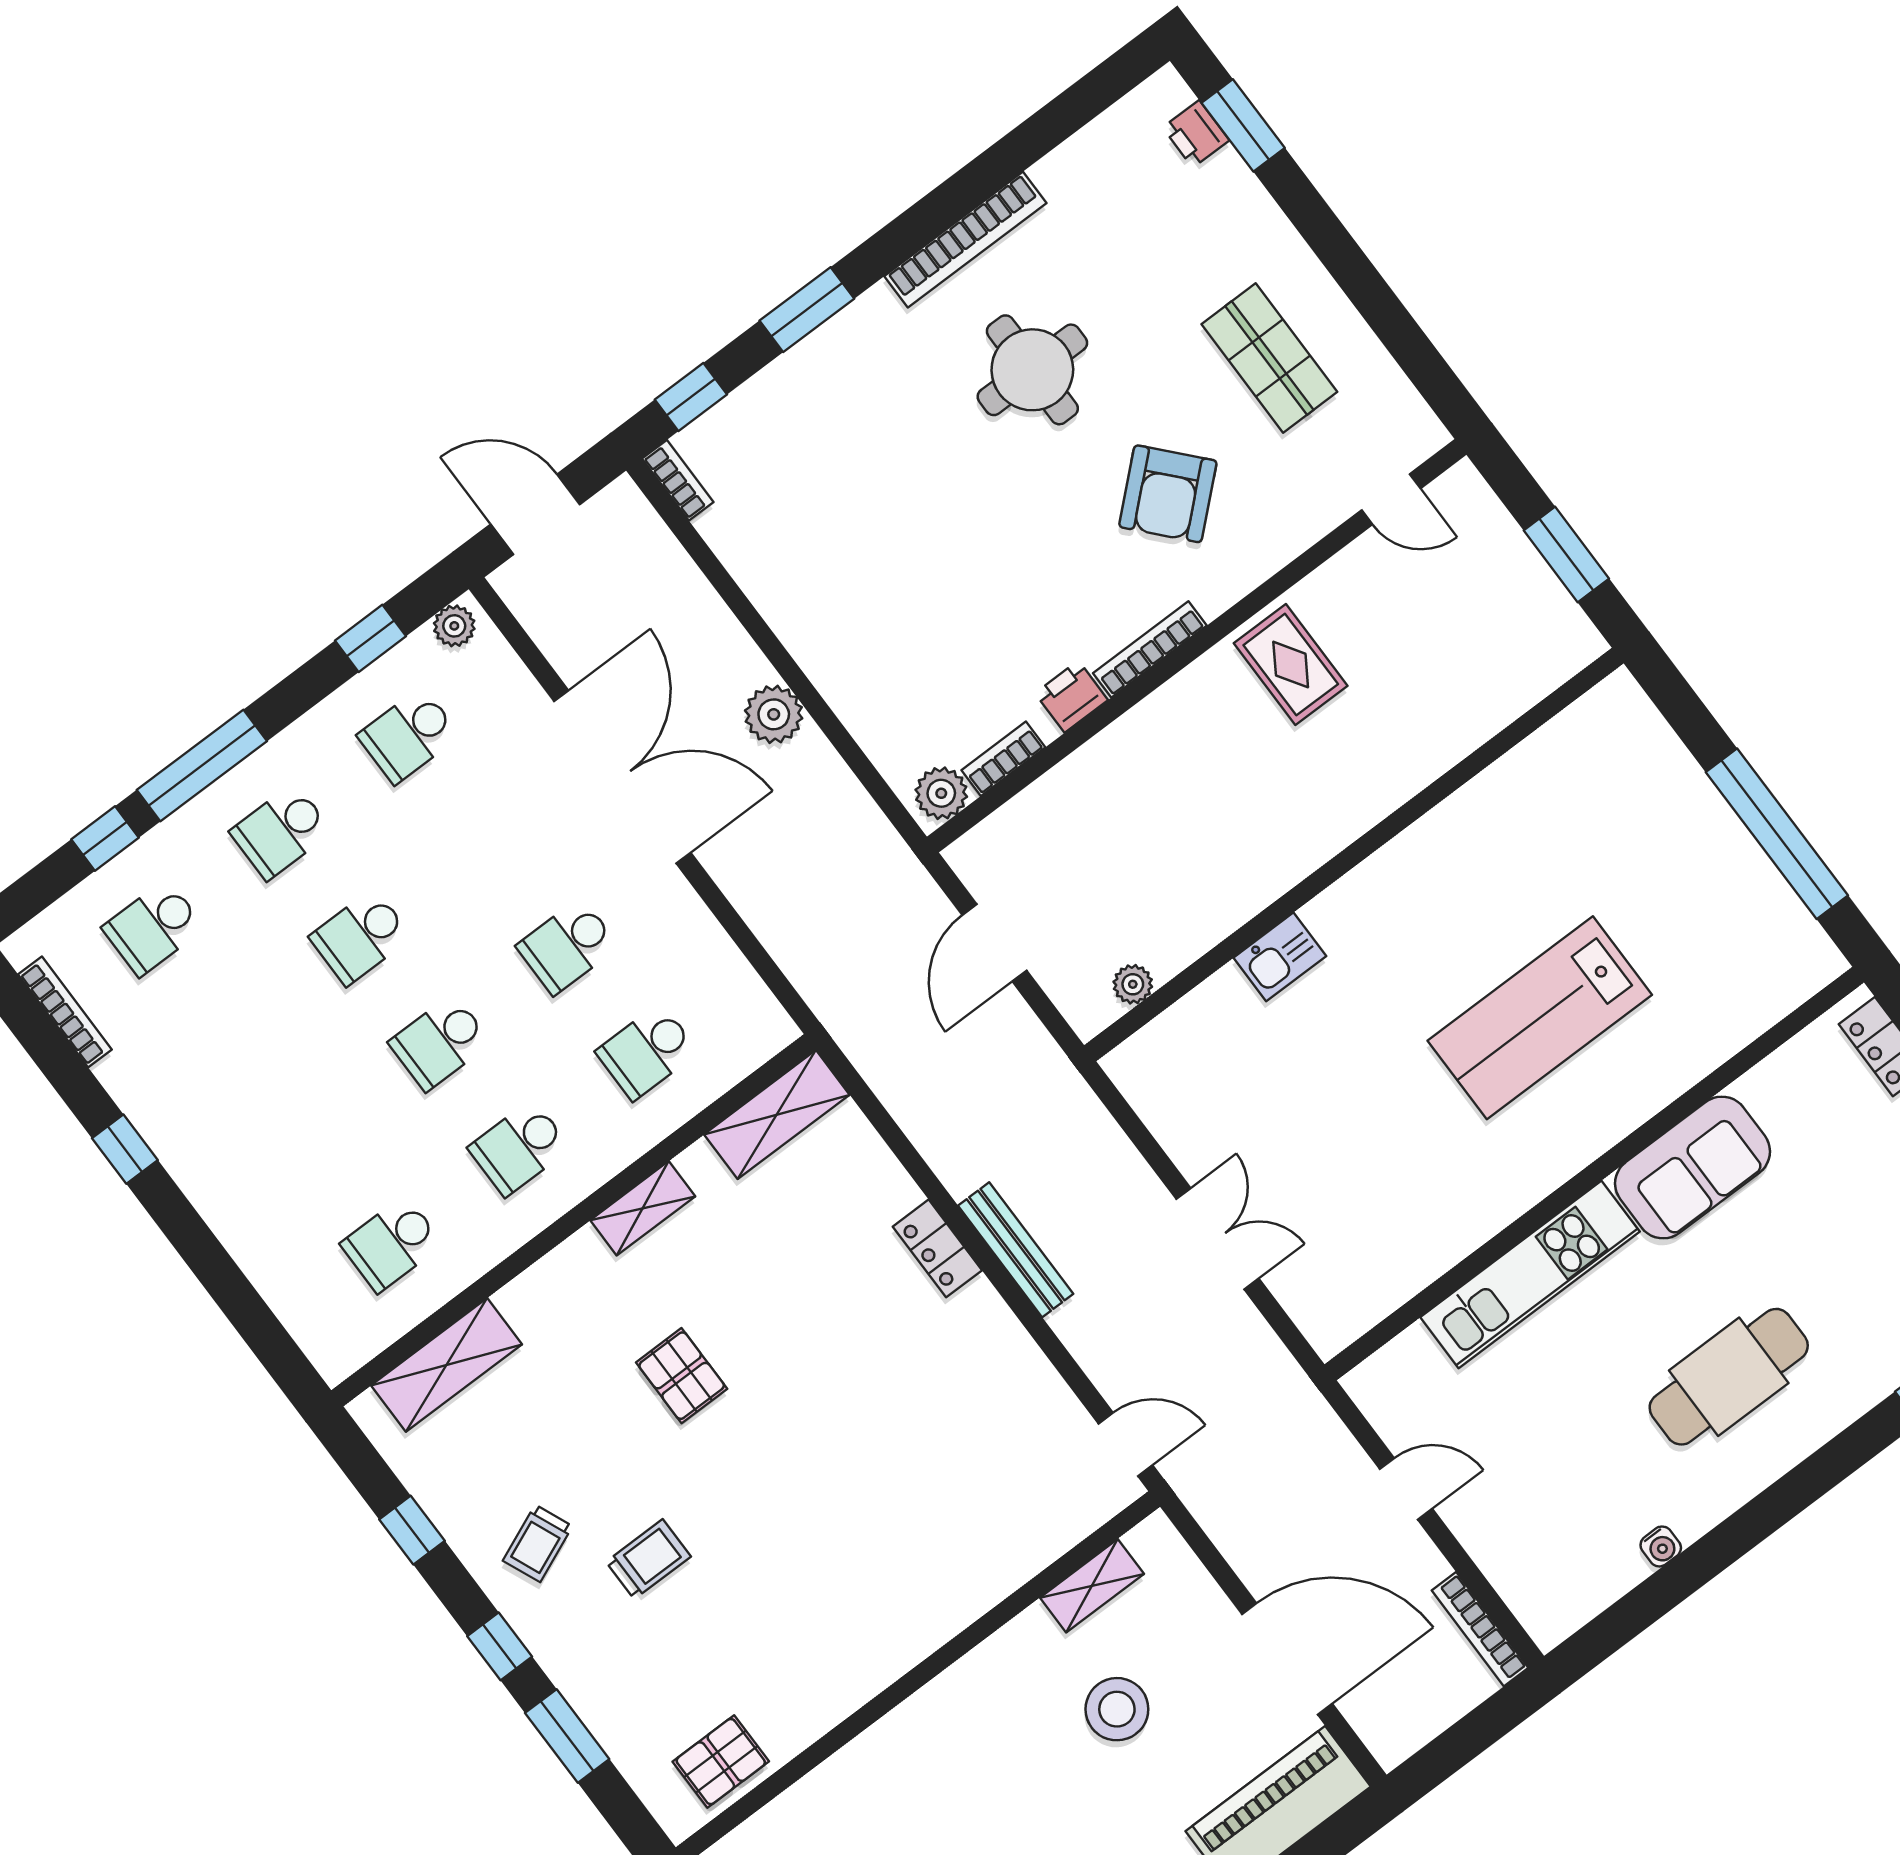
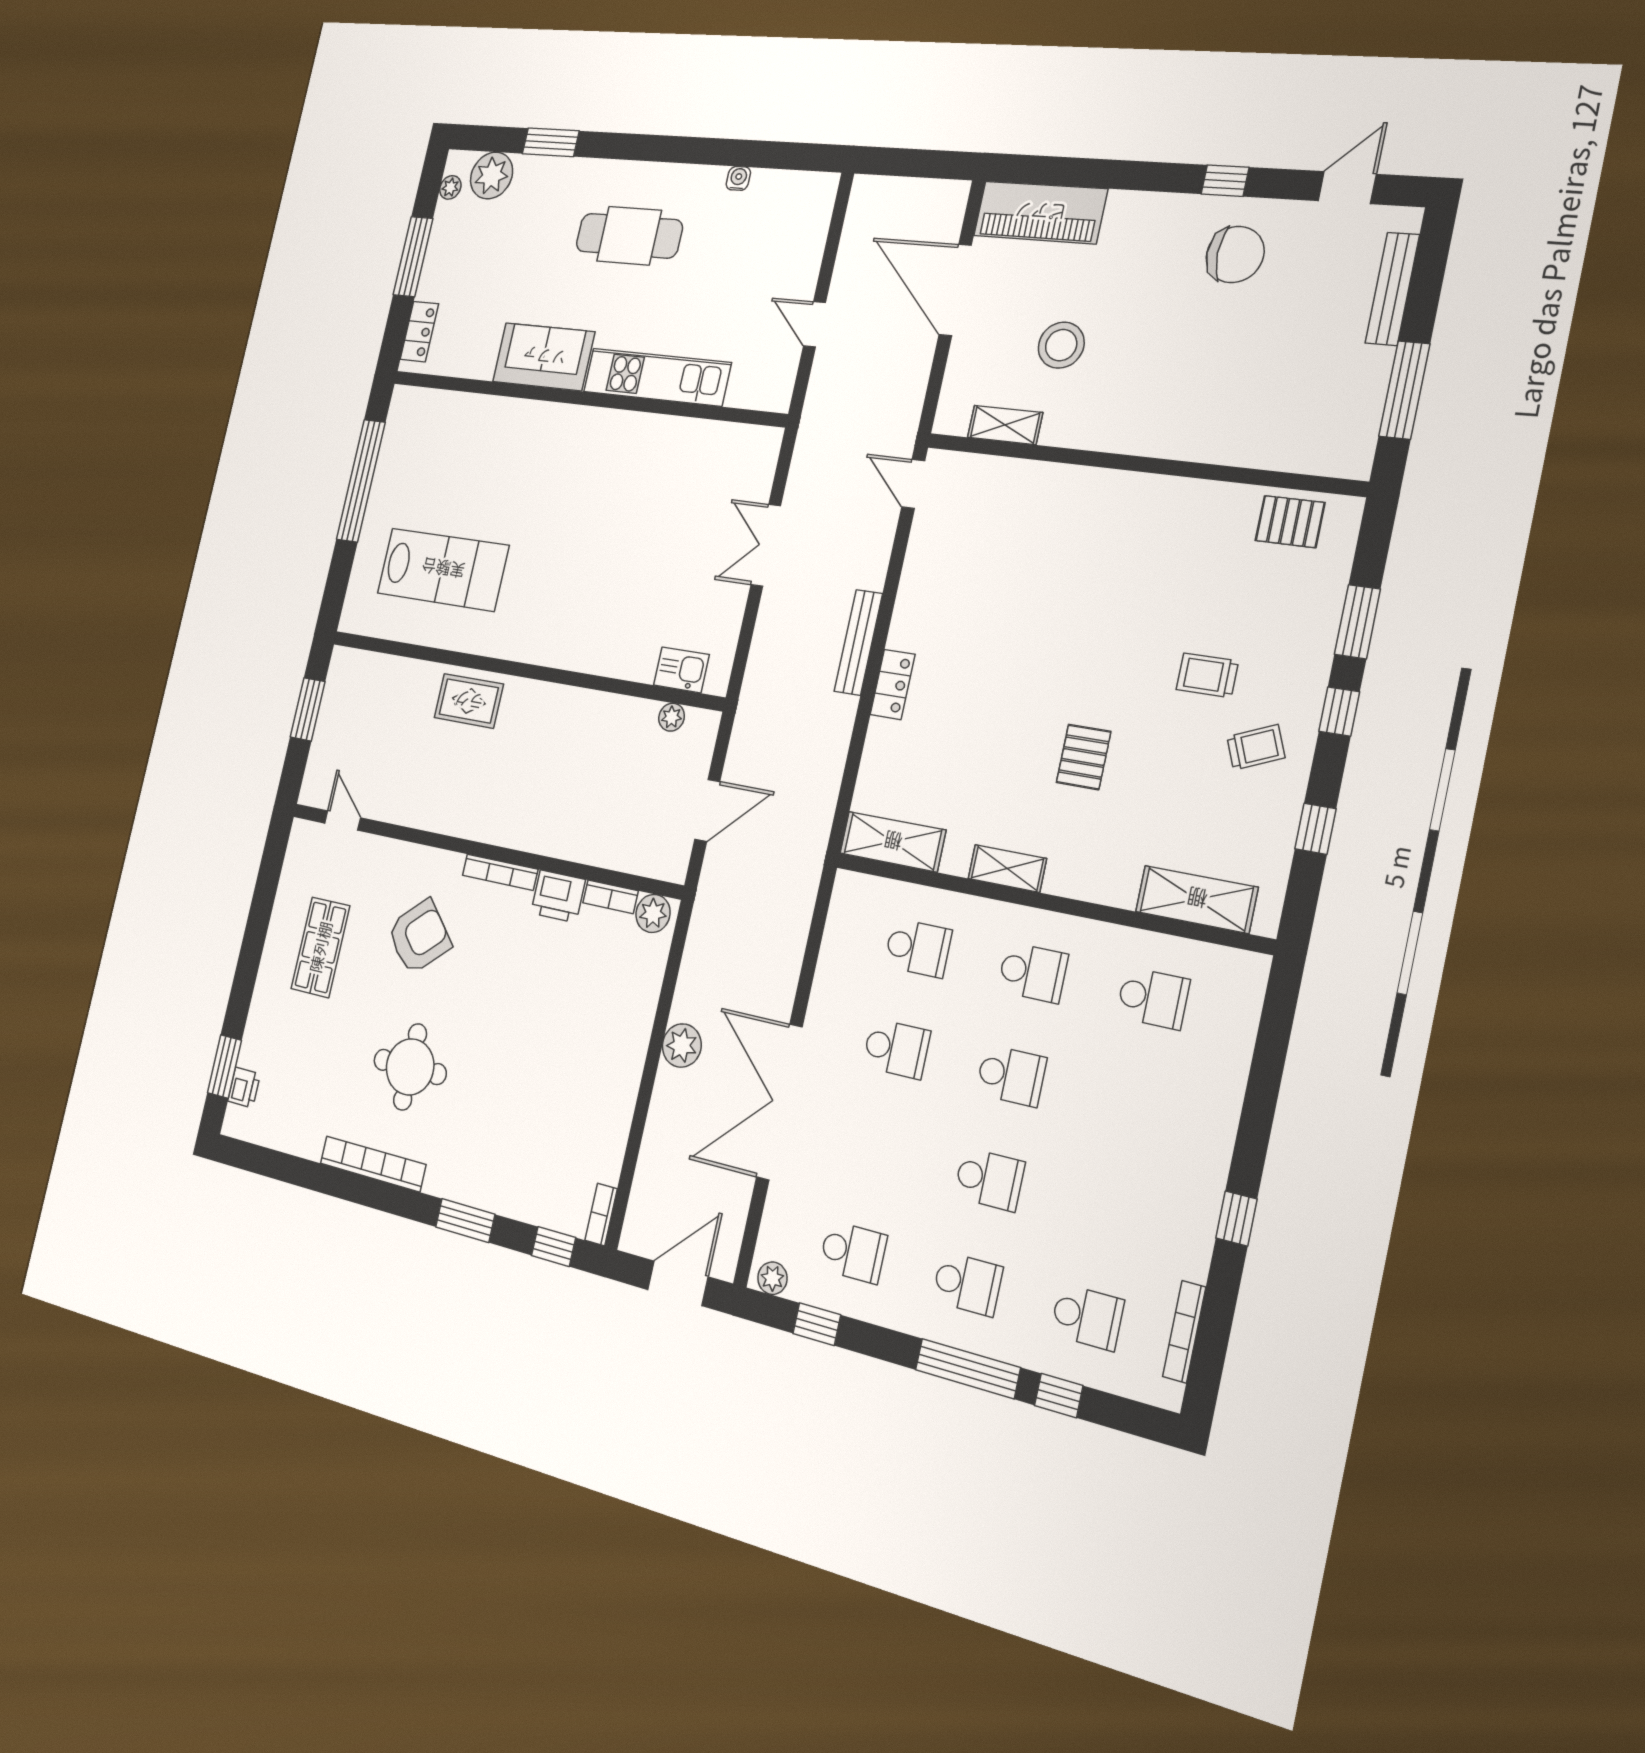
door: (535, 514) -> (678, 1283), swing flipped
rug: (1291, 665) -> (469, 701), moved, turned 90
printer: (1071, 697) -> (558, 896), width x1.36, depth x1.24
kitchen sink: (1280, 957) -> (681, 670), moved
lab bench: (1540, 1018) -> (443, 569), moved
bookcase: (1480, 1629) -> (855, 216), removed

